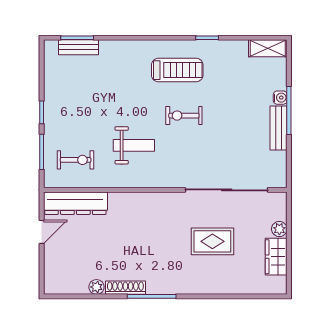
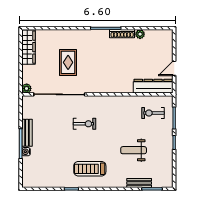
bench: (78, 47) -> (139, 183), moved
shelving: (268, 48) -> (34, 182), removed
exercise bike: (184, 116) -> (84, 124), moved
weight bench: (134, 145) -> (134, 150), moved
plant: (279, 229) -> (27, 88), moved
rug: (212, 241) -> (68, 62), turned 90
wardrobe: (276, 257) -> (28, 47), width x1.50

